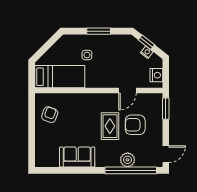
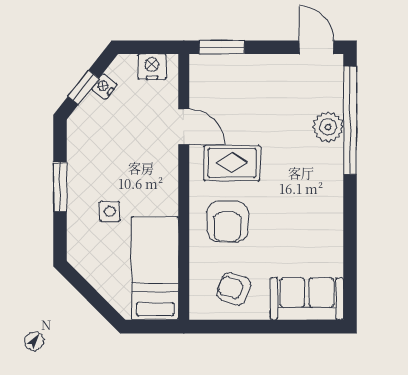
armchair: (135, 125) -> (227, 222), moved
rug: (110, 126) -> (232, 163), moved
sofa: (77, 157) -> (307, 299), moved, turned 90

